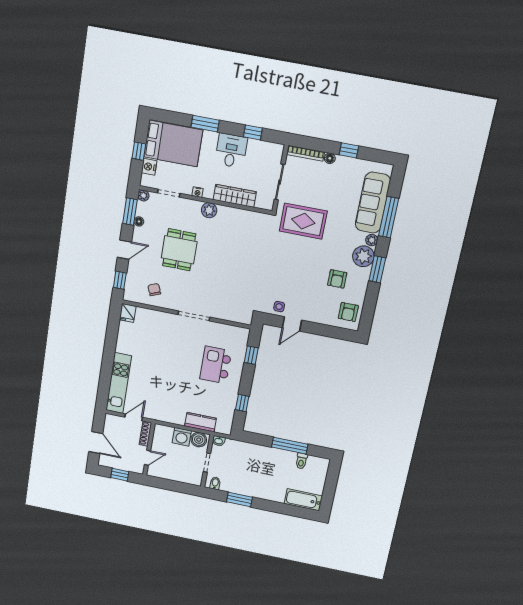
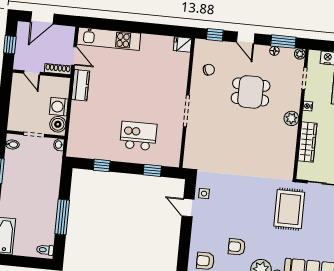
kitchen counter: (201, 422) -> (81, 85), moved
toilet: (301, 461) -> (45, 250), moved

